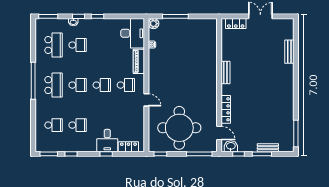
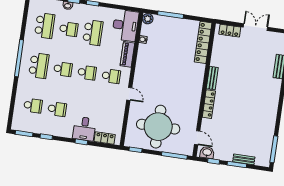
locker: (211, 39) -> (203, 42), added
school desk: (102, 45) -> (93, 33), added
locker: (226, 109) -> (209, 104), moved

